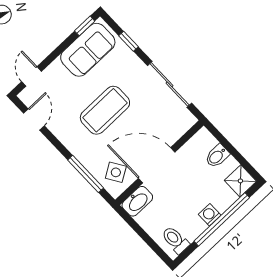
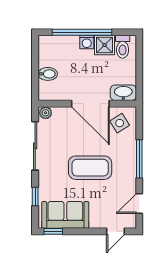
plant: (188, 121) -> (46, 113), added
window: (86, 174) -> (139, 159), moved
shower: (240, 181) -> (105, 45), moved

